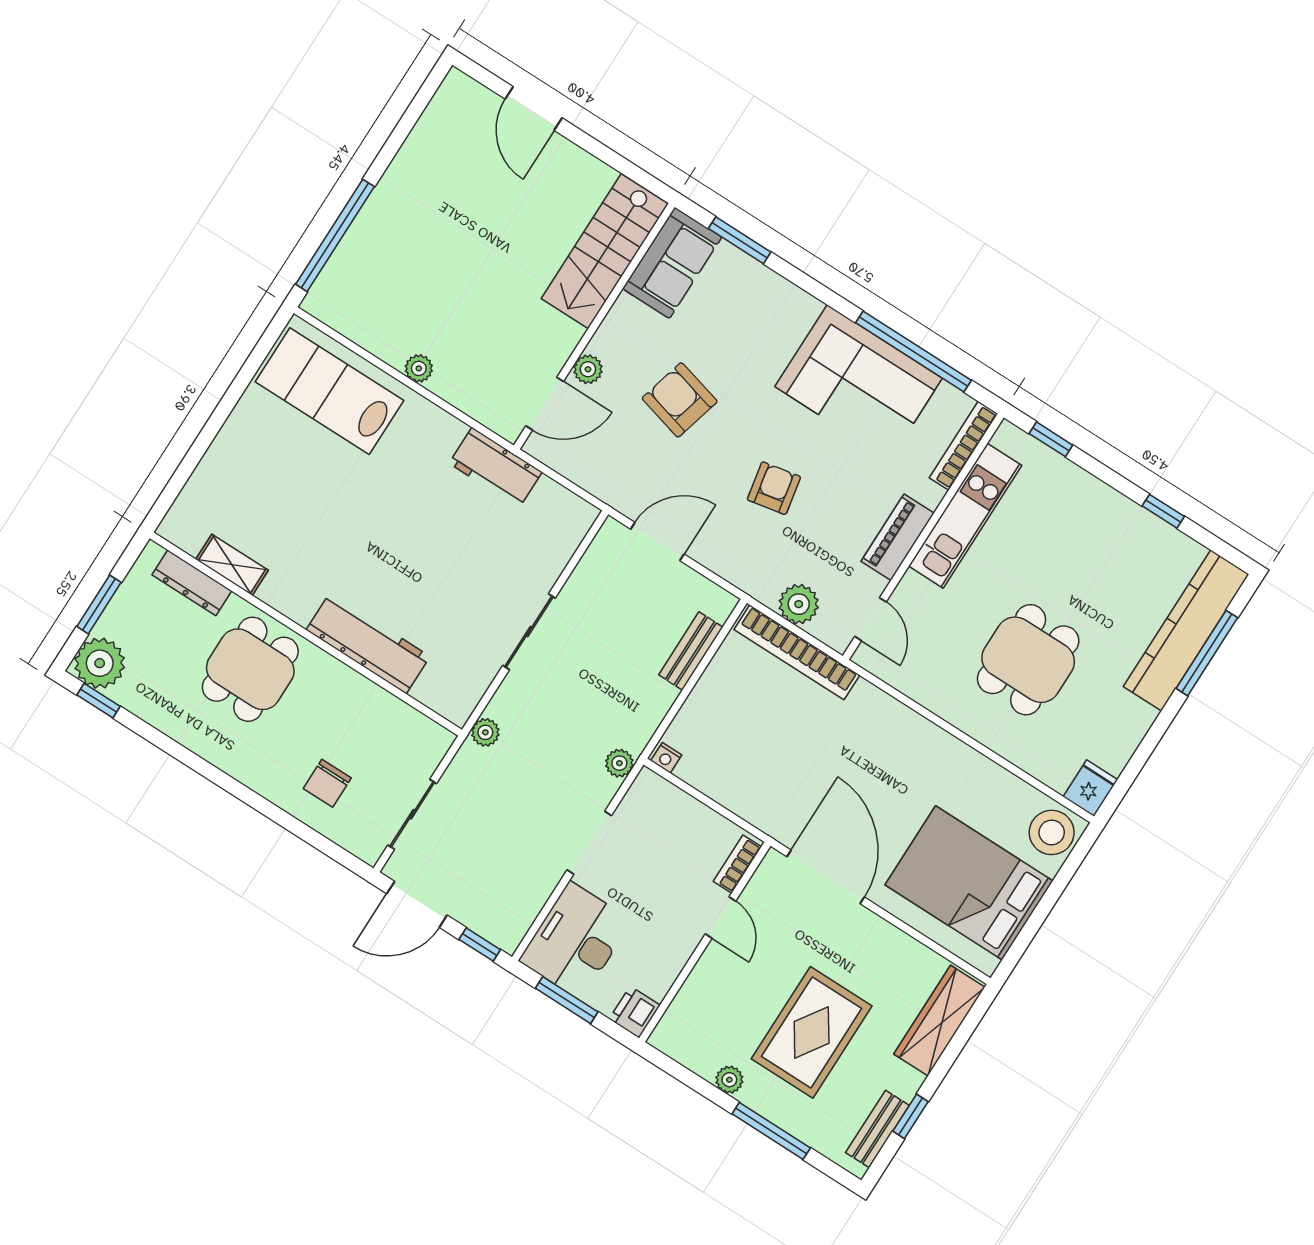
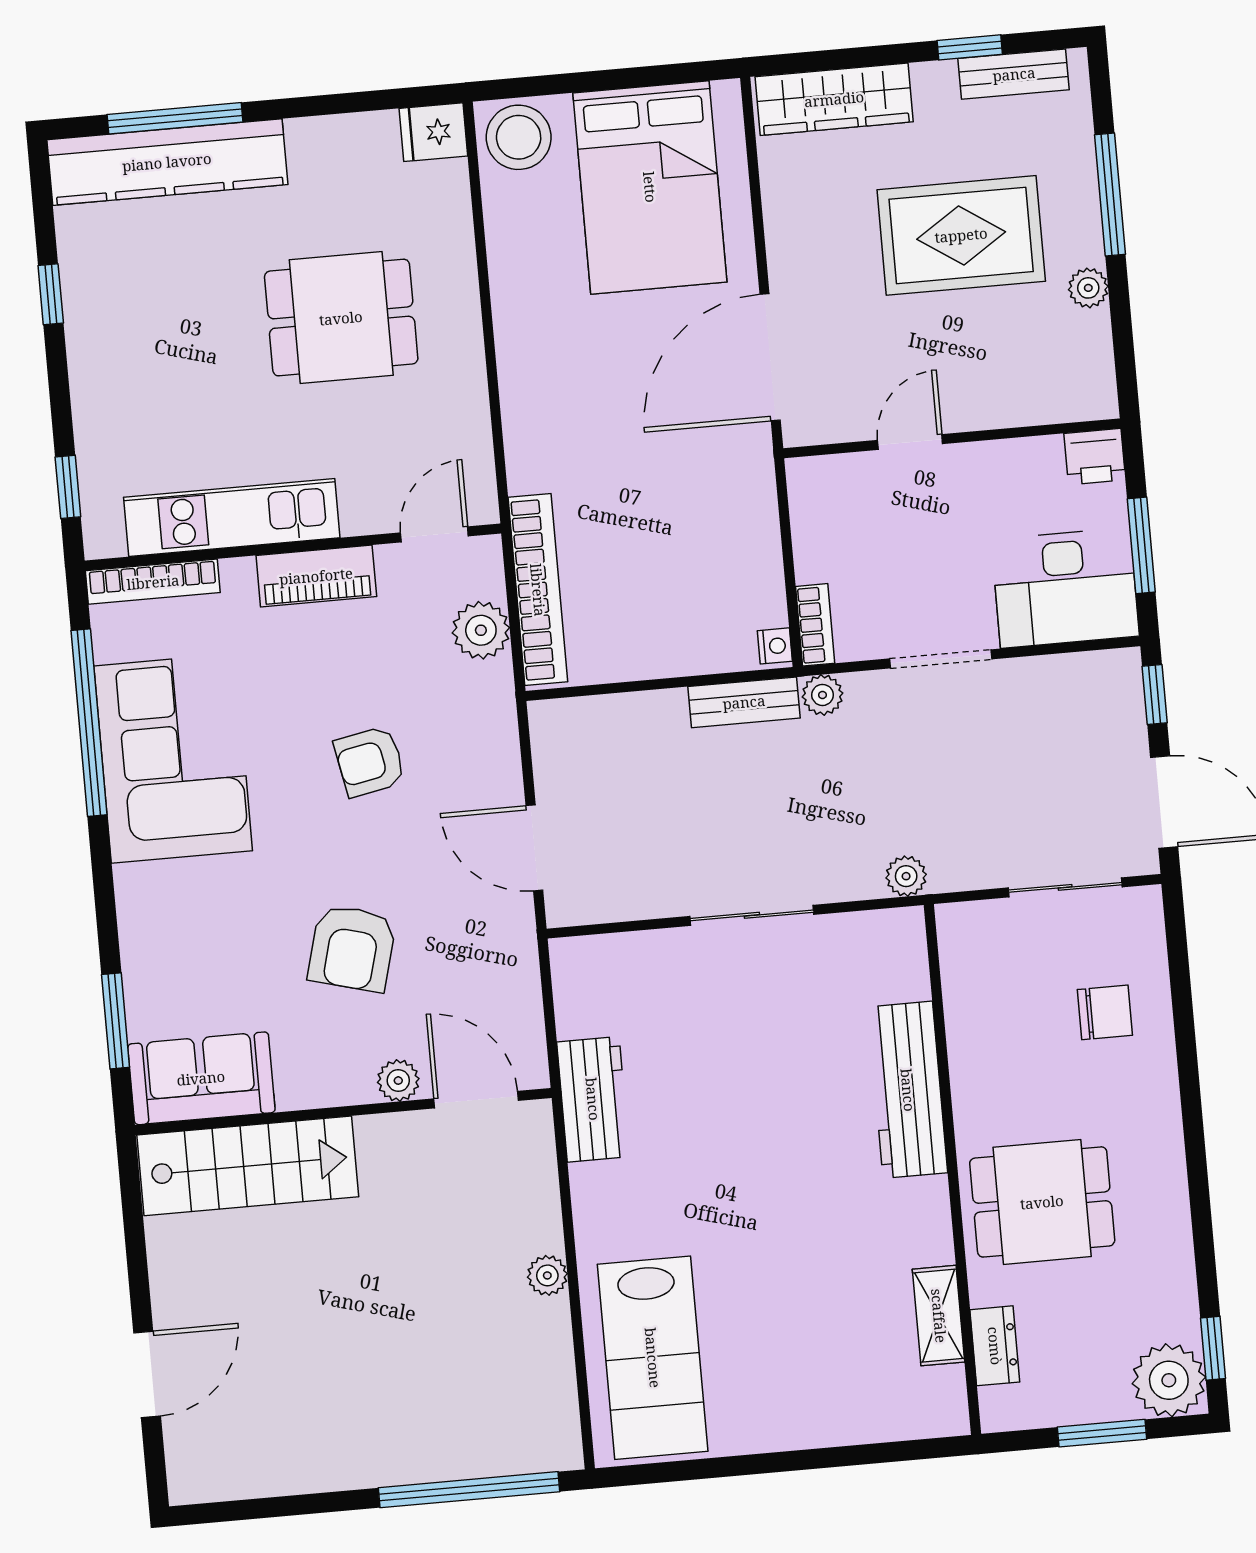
dresser: (192, 583) -> (995, 1346), width x0.70
bench: (691, 651) -> (744, 702), moved
bookcase: (737, 864) -> (815, 625), moved, turned -90

